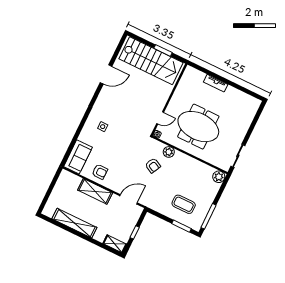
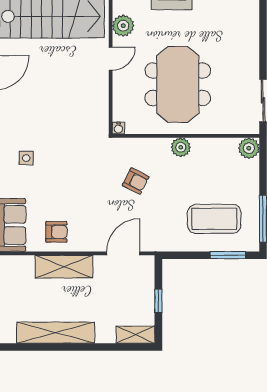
plant: (185, 83) -> (123, 26), added
door: (160, 118) -> (111, 59), moved
meeting table: (198, 127) -> (178, 84), turned 90
plant: (169, 152) -> (181, 147), moved
coffee table: (184, 204) -> (214, 219), width x1.36, depth x1.32

